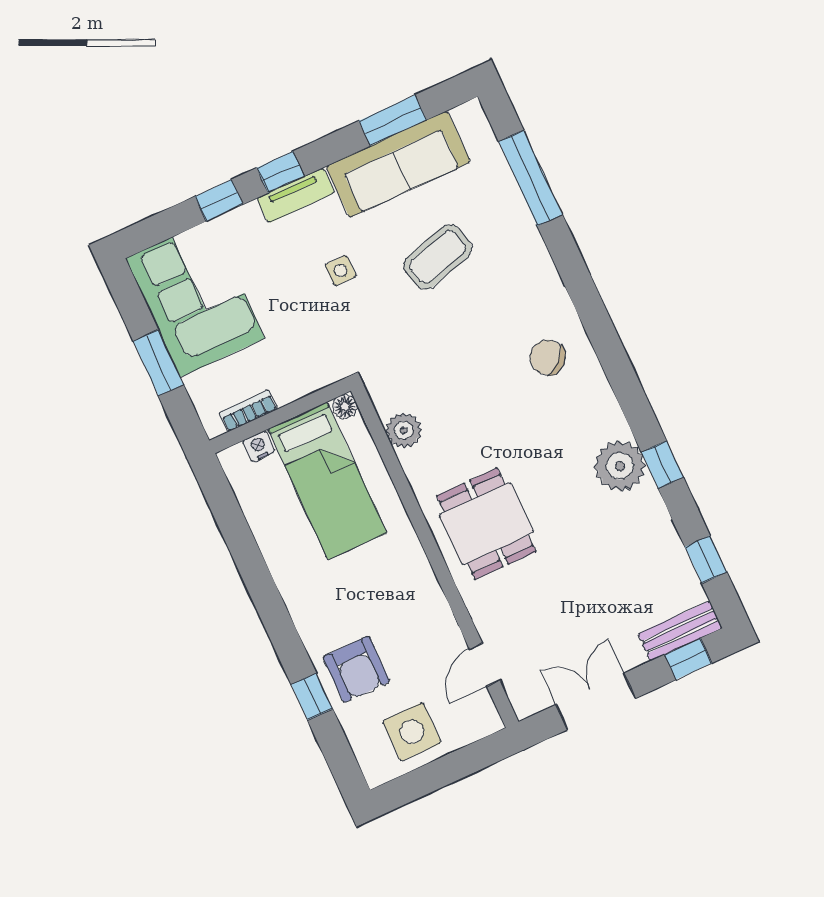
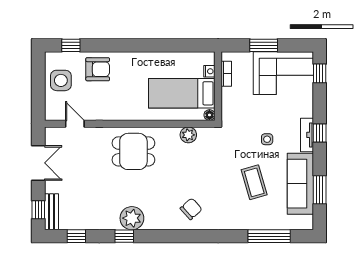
window: (219, 200) -> (320, 73), moved
armchair: (356, 669) -> (98, 69), turned 180
window: (312, 697) -> (71, 45), moved

